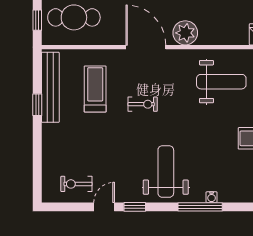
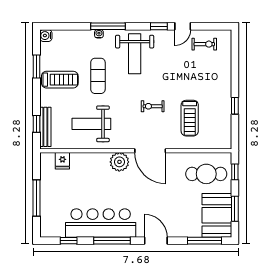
bench: (50, 87) -> (225, 119), removed
exercise mat: (213, 143) -> (98, 76), added

